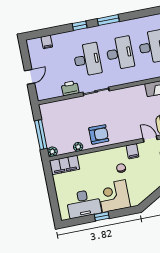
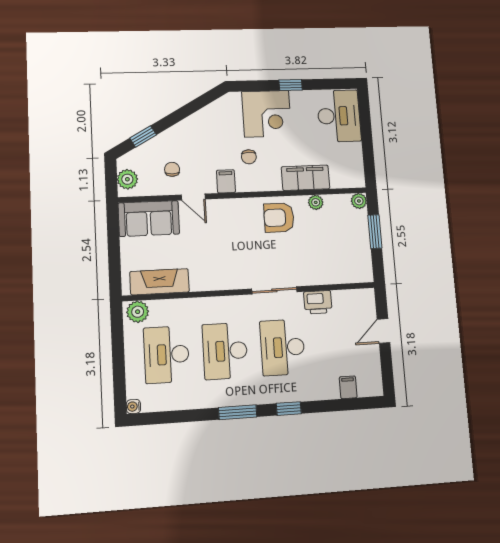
window: (41, 135) -> (375, 232), width x0.69
filing cabinet: (65, 165) -> (306, 178), moved
desk: (84, 204) -> (339, 116), moved, turned 90

